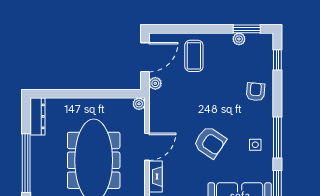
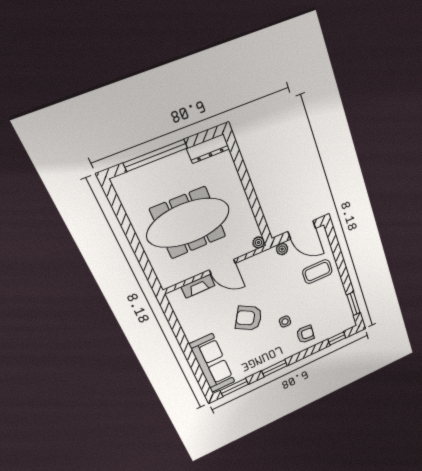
plant: (239, 39) -> (343, 301), removed
window: (277, 137) -> (274, 368), width x0.69
armchair: (210, 142) -> (249, 318), turned 86
side table: (255, 145) -> (285, 322), moved

